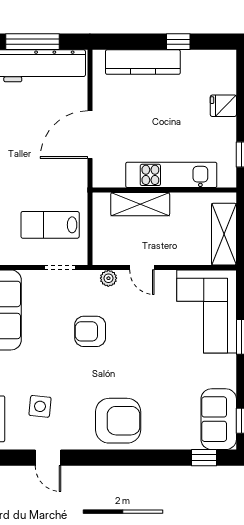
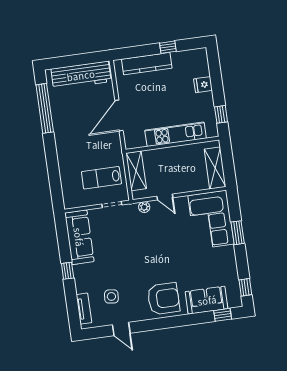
window: (32, 42) -> (73, 60), removed
shelving: (140, 204) -> (136, 171), moved, turned 90
armchair: (90, 331) -> (137, 243), removed
sofa: (219, 419) -> (207, 300), moved, turned 90

